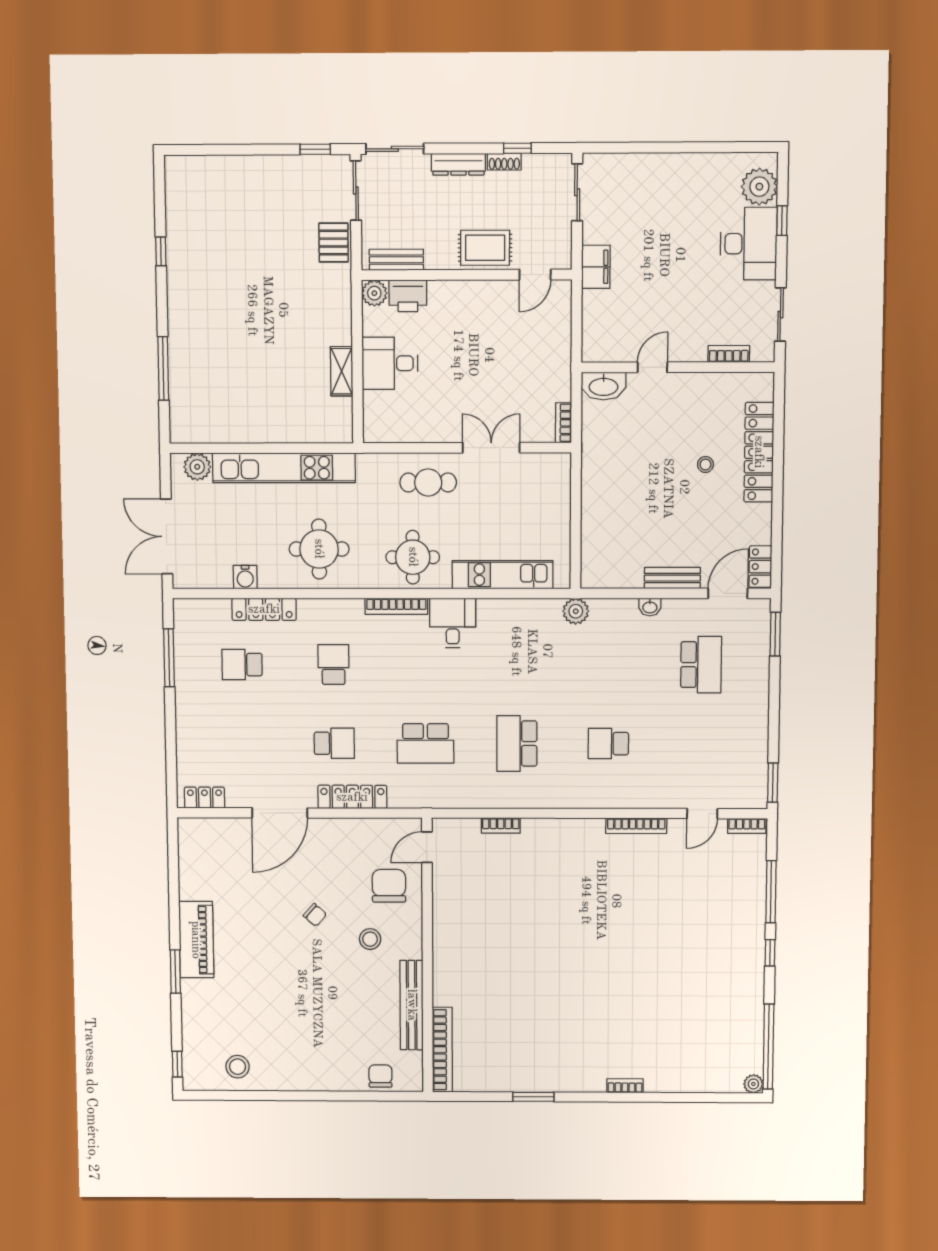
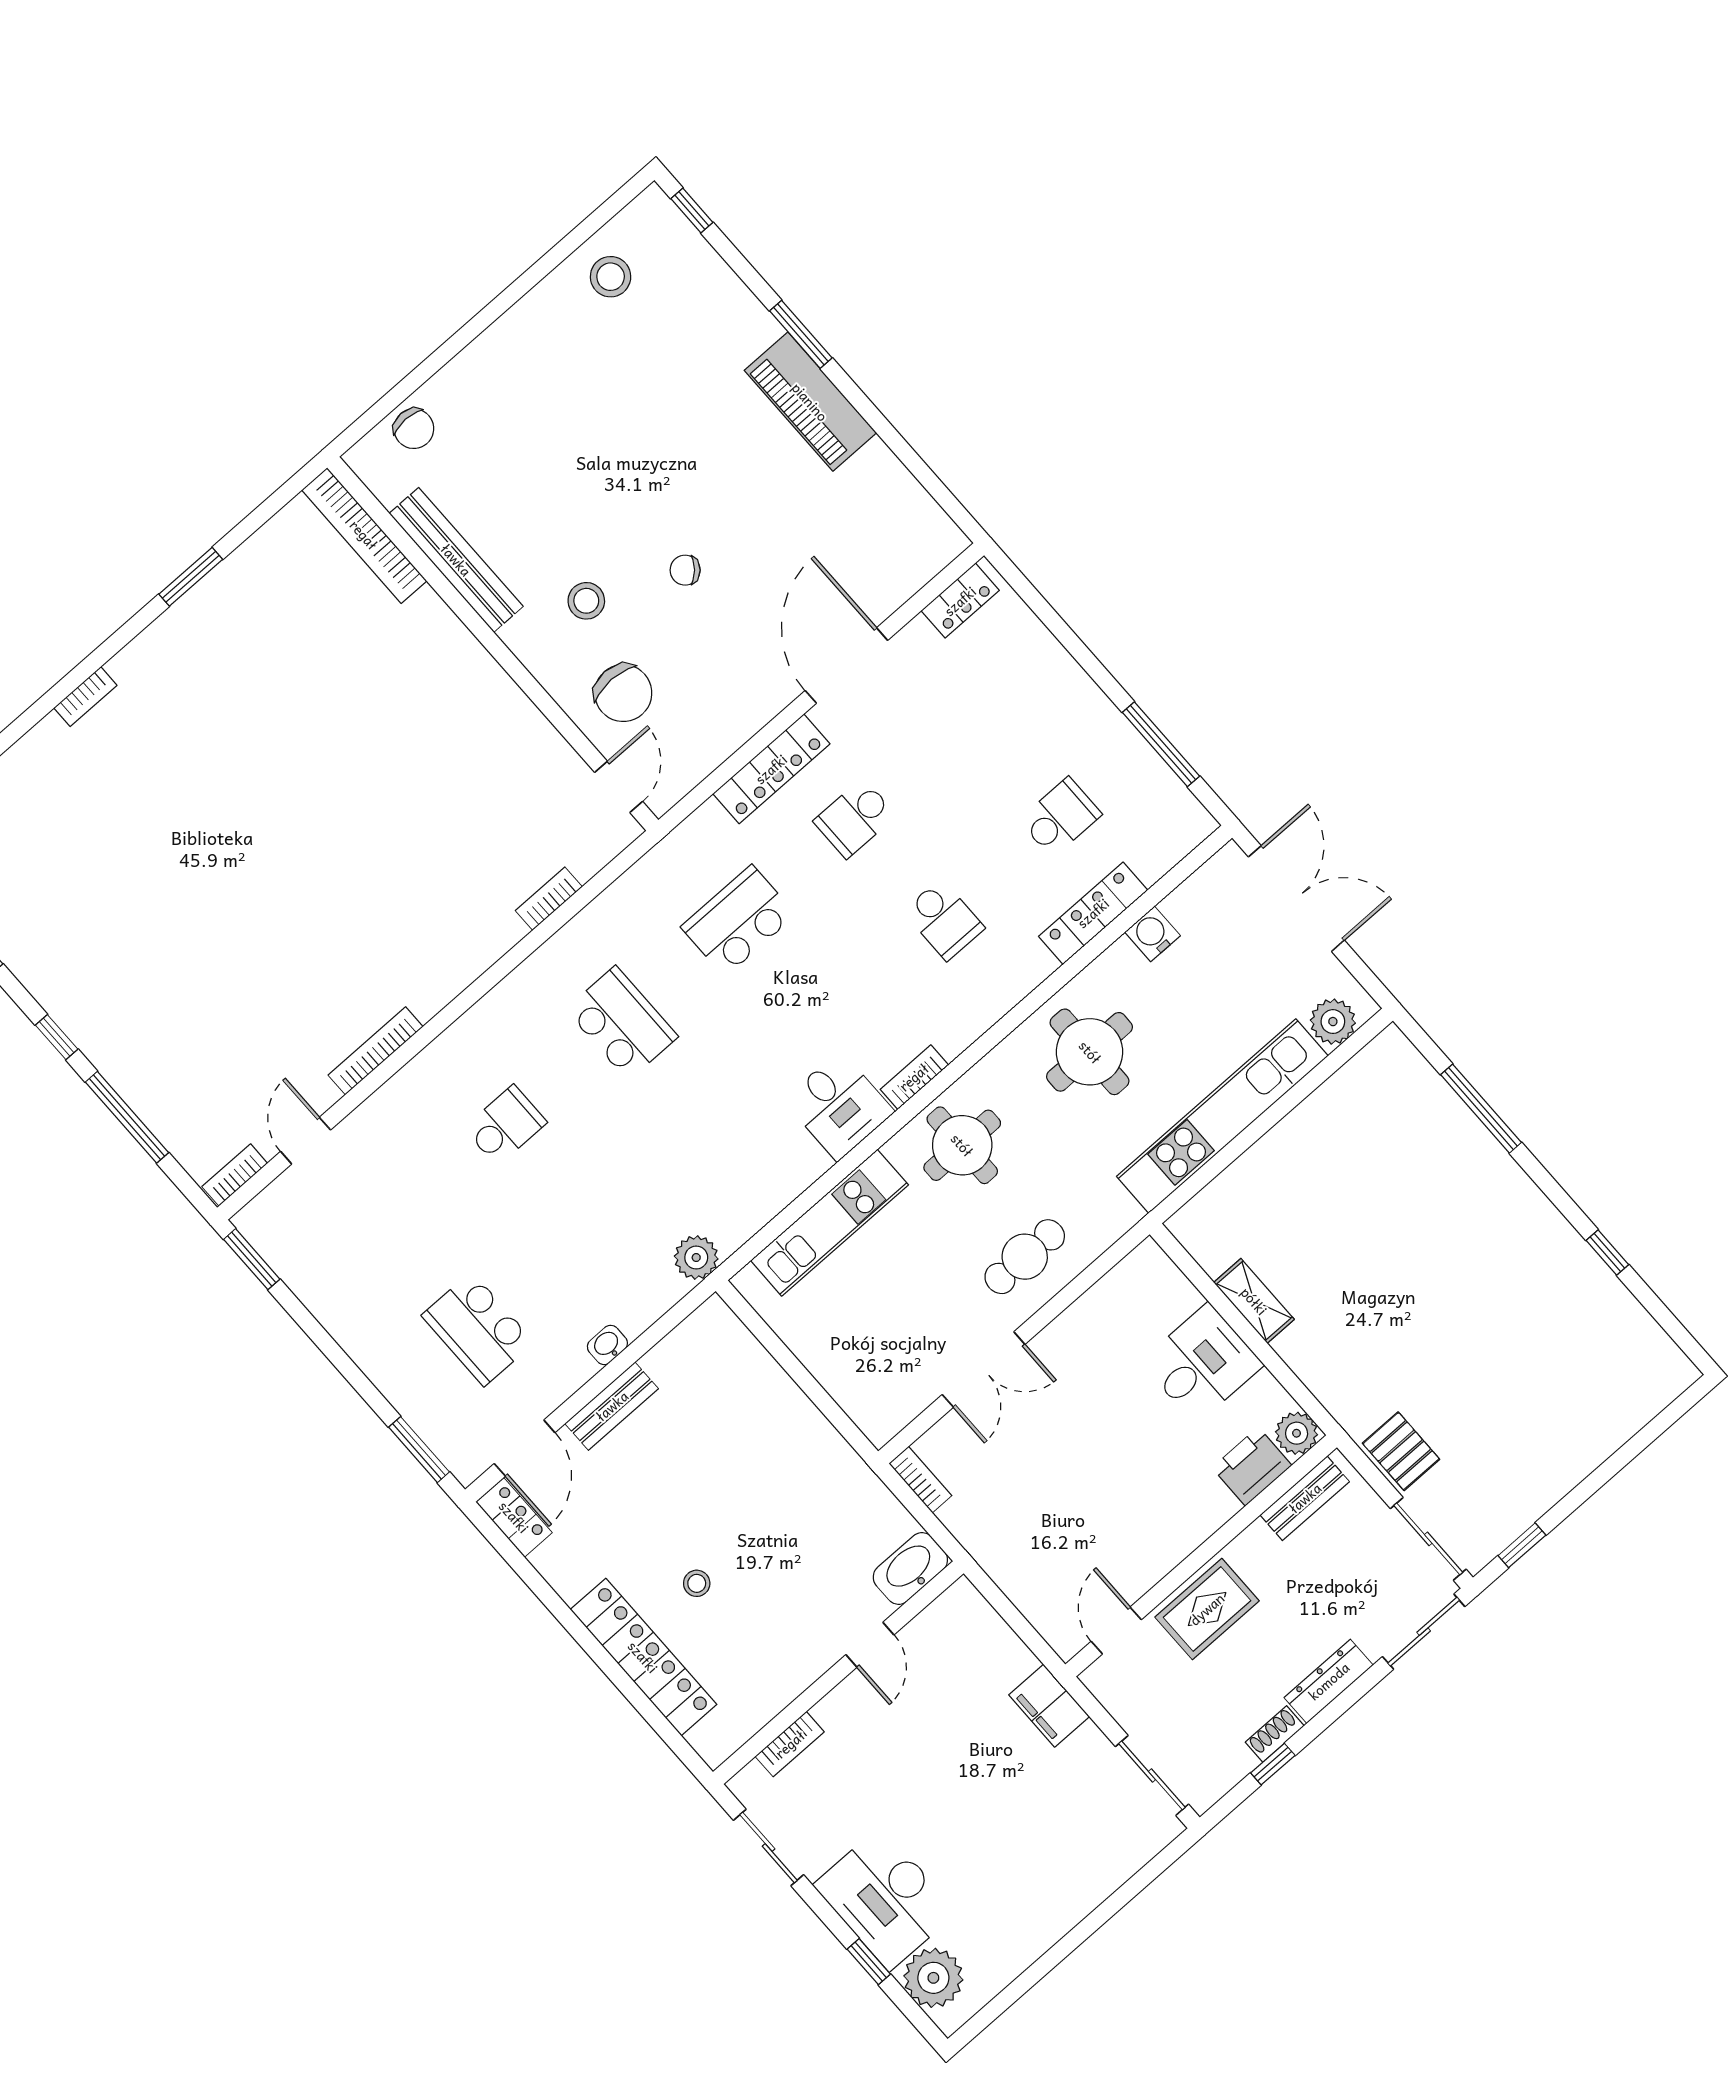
bookcase: (396, 606) -> (914, 1077), width x0.64

